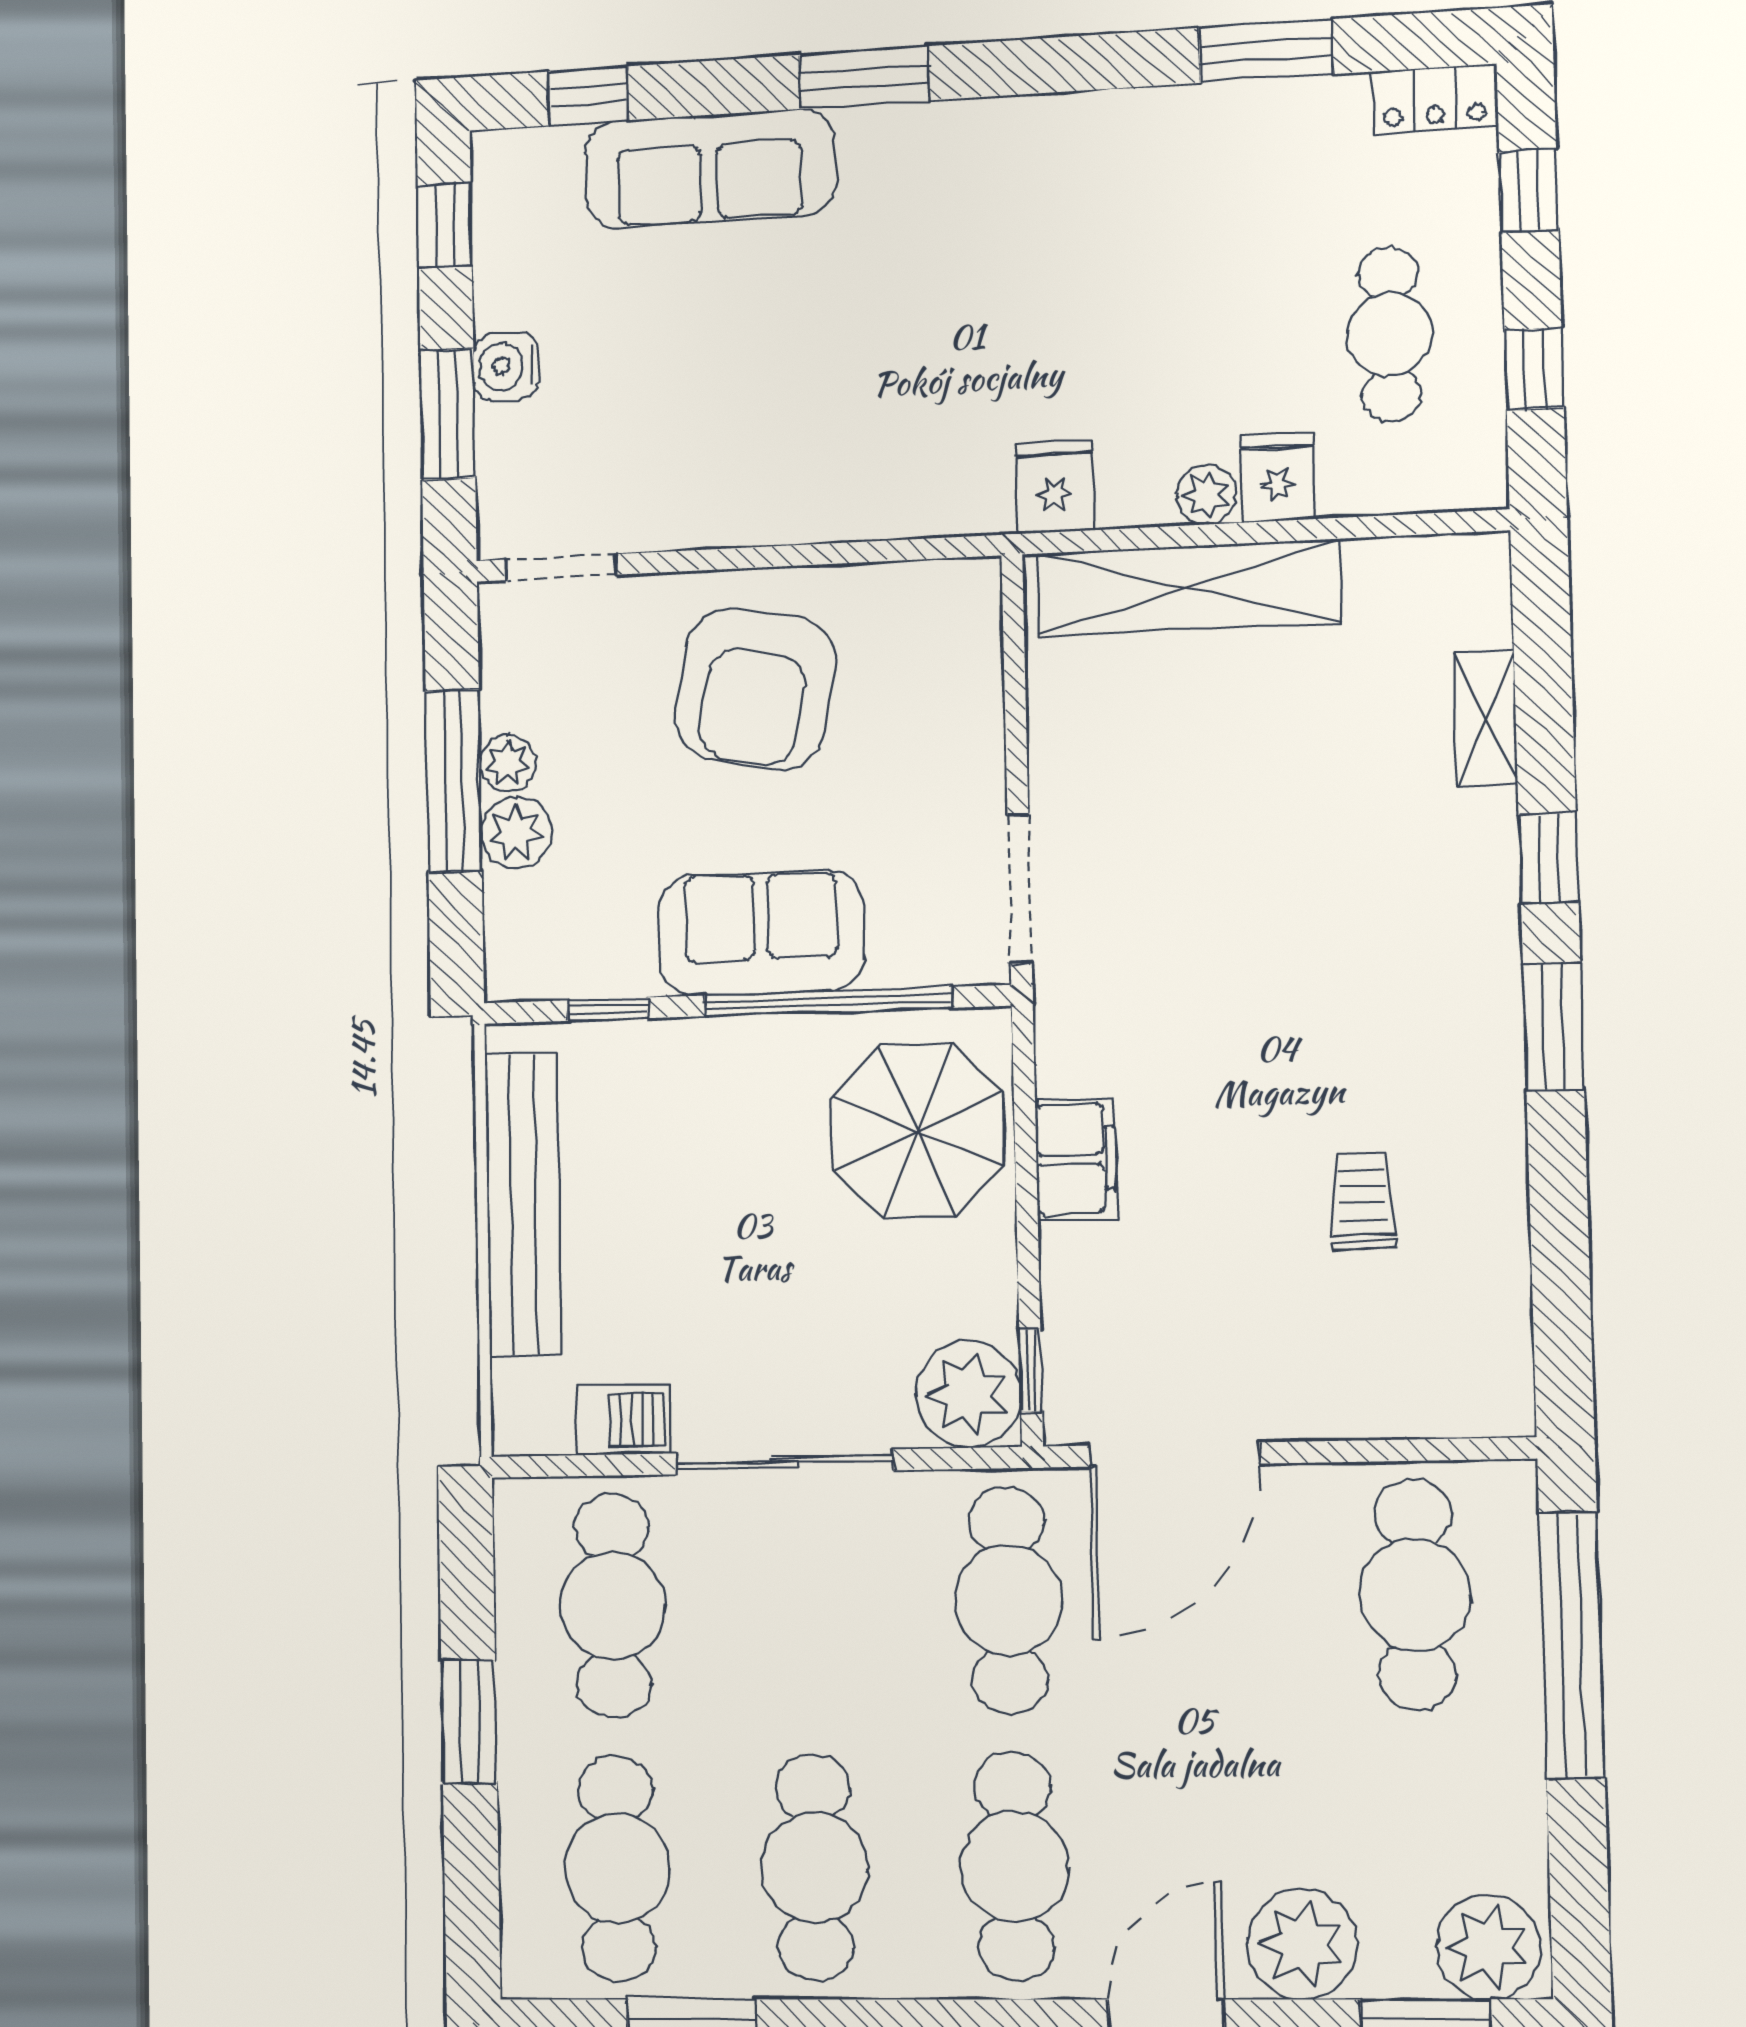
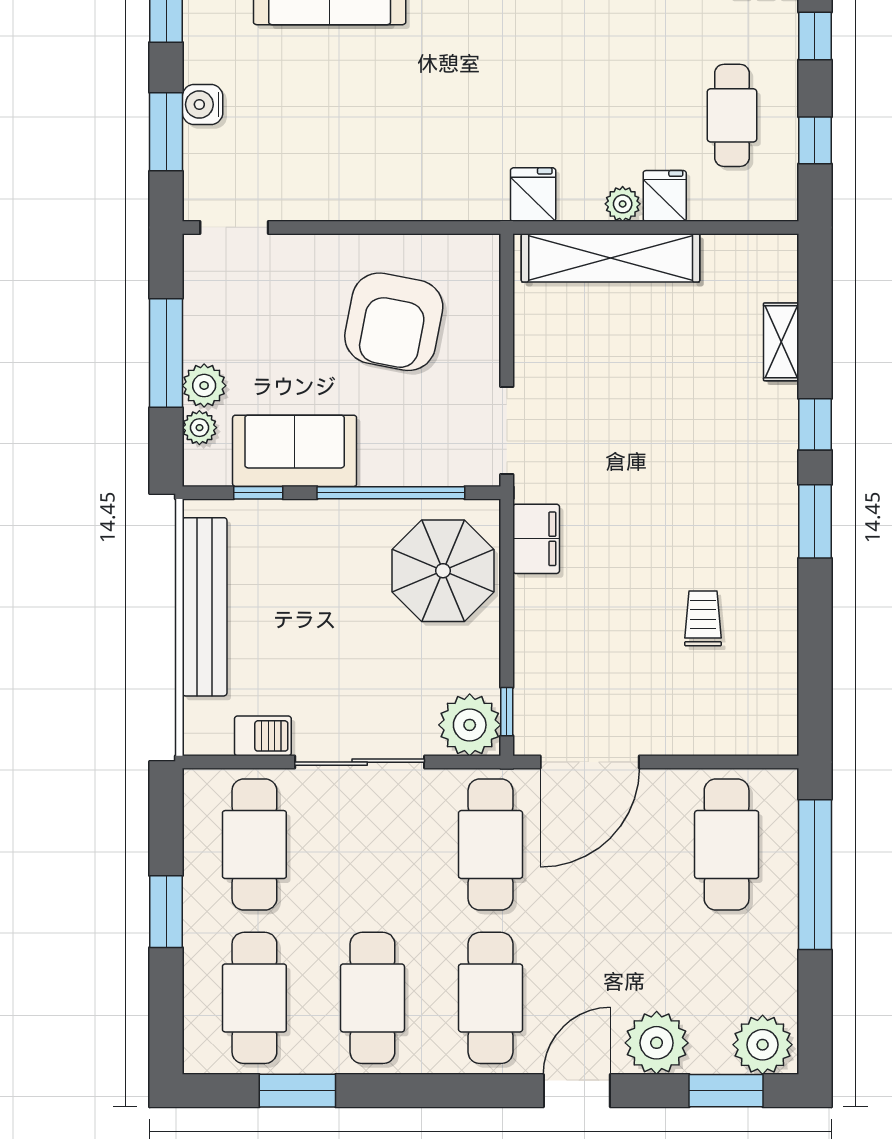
armchair: (755, 689) -> (394, 322), moved
plant: (508, 763) -> (199, 428), moved
sofa: (761, 933) -> (295, 451), moved
filing cabinet: (1076, 1159) -> (536, 539), moved

